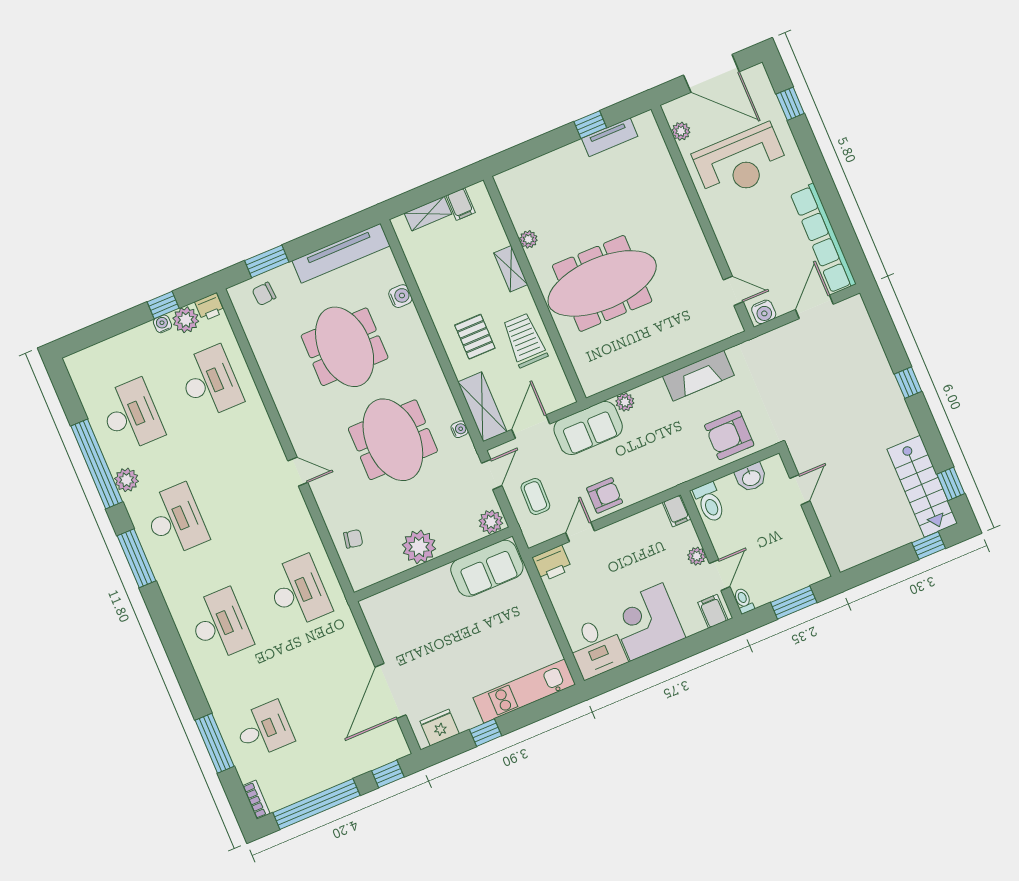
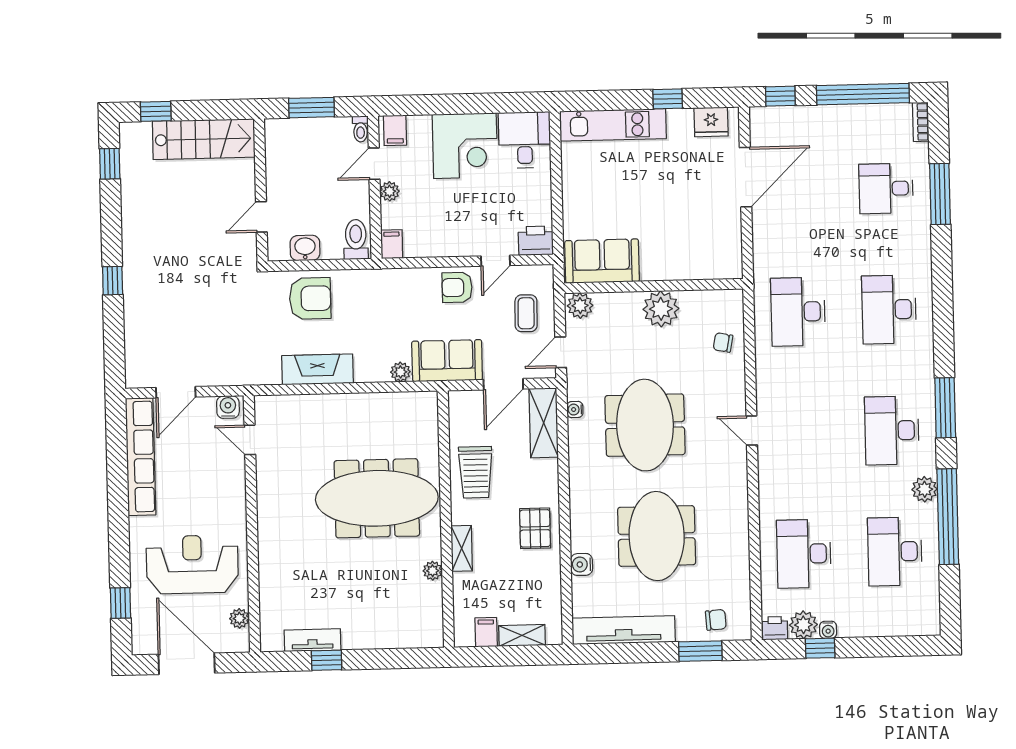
pallet: (475, 337) -> (535, 528), moved
stairs: (922, 486) -> (204, 139), moved, turned 90

